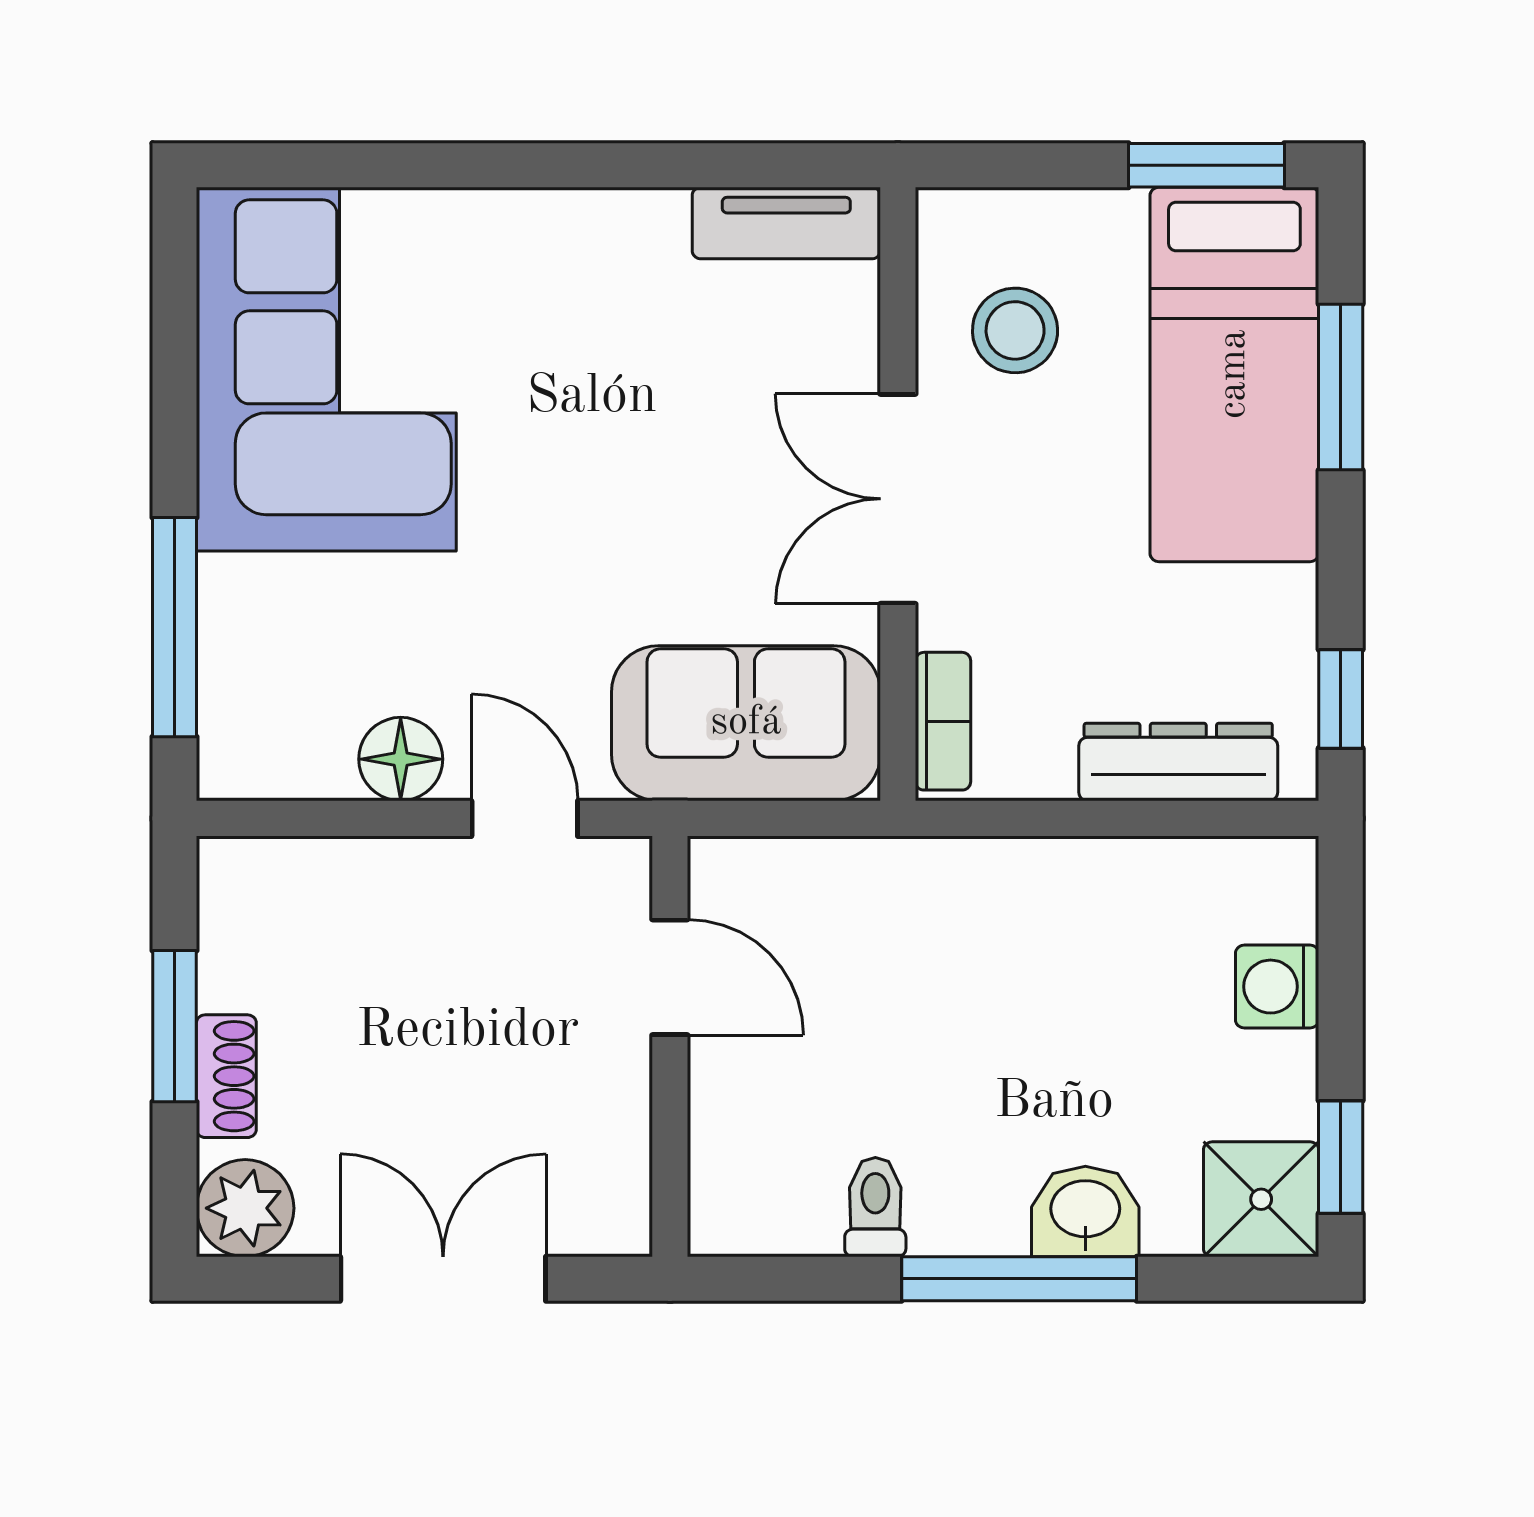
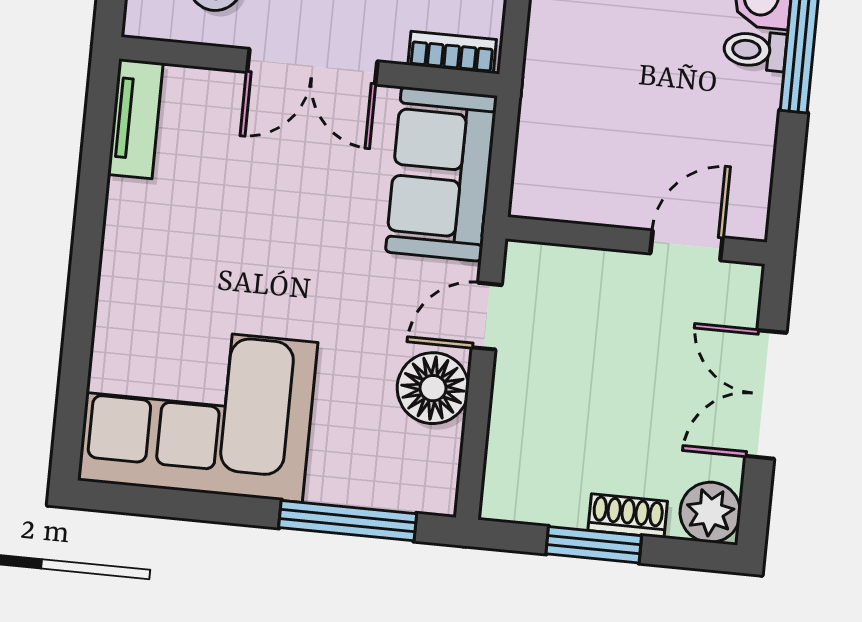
floor lamp: (401, 759) -> (433, 388), width x1.38, depth x1.38
door: (670, 977) -> (686, 245), moved
toilet: (875, 1207) -> (755, 50), moved

